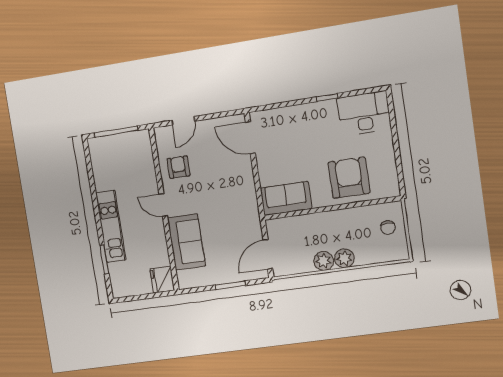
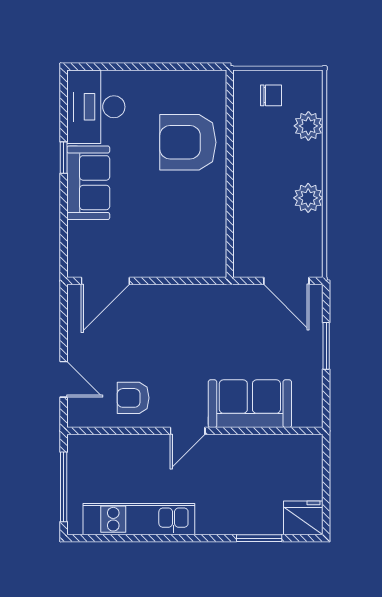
sofa: (286, 198) -> (88, 183), moved, turned 180
kitchen unit: (111, 226) -> (139, 519), moved
plant: (344, 258) -> (308, 126), moved
fridge: (162, 280) -> (303, 518), moved, turned 180

